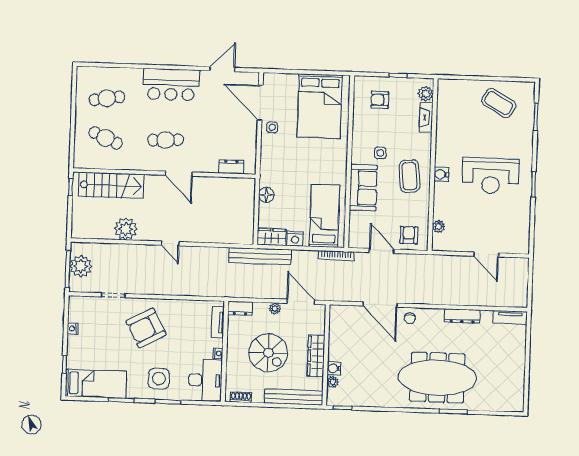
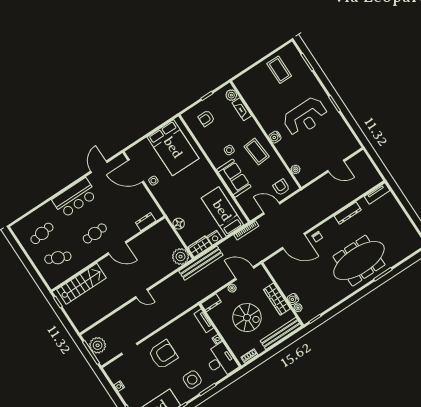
coffee table: (499, 103) -> (279, 70), turned 60
plant: (126, 229) -> (181, 257), moved
armchair: (146, 328) -> (163, 355), turned -152

